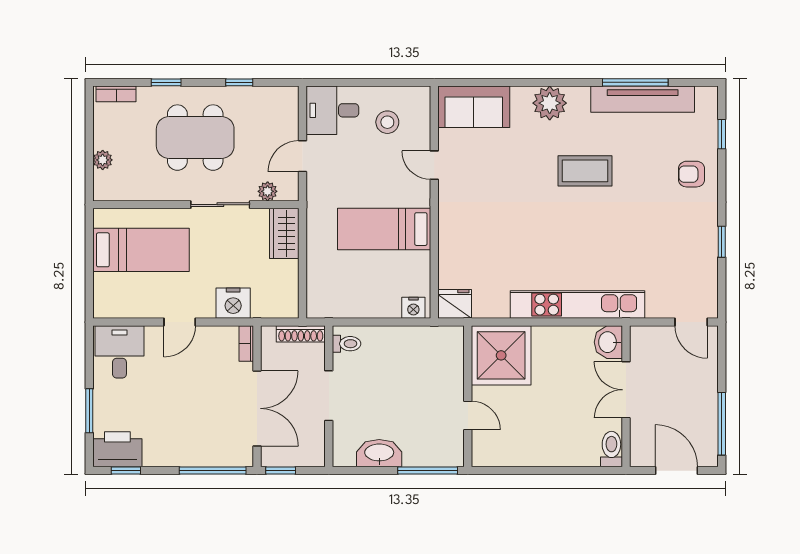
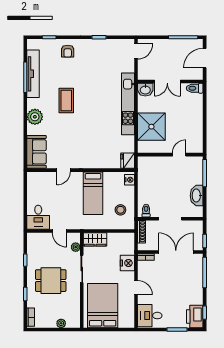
stool: (387, 122) -> (120, 210), moved
dining table: (195, 138) -> (51, 281), width x0.73
bed: (141, 250) -> (103, 306), width x1.50
shower: (501, 355) -> (151, 127), moved

